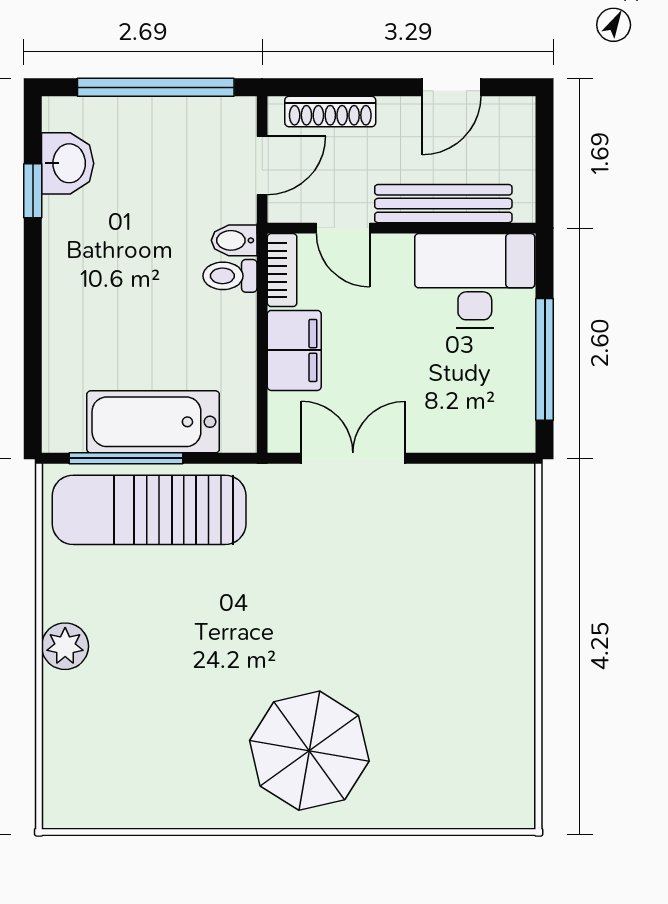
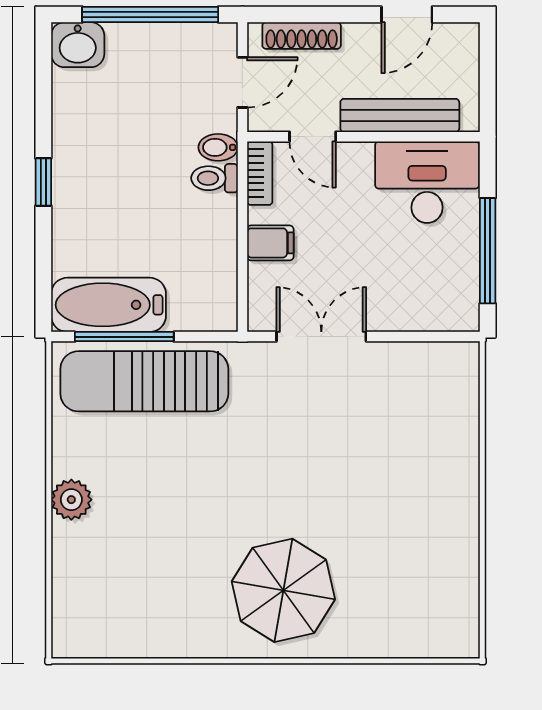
washbasin: (68, 163) -> (78, 45), moved, turned 90
window: (33, 191) -> (43, 182), moved
filing cabinet: (294, 350) -> (270, 243), width x0.50
bathtub: (153, 422) -> (109, 305), moved

